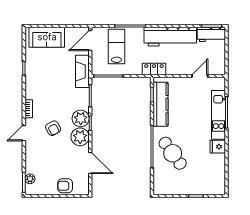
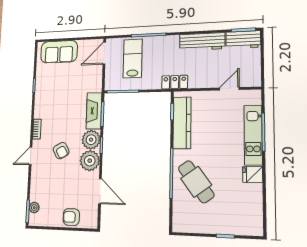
workbench: (170, 37) -> (202, 42), width x0.73, depth x0.76
fireplace: (82, 71) -> (94, 111), moved

